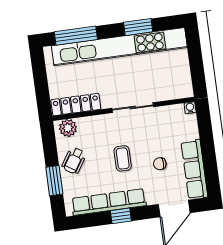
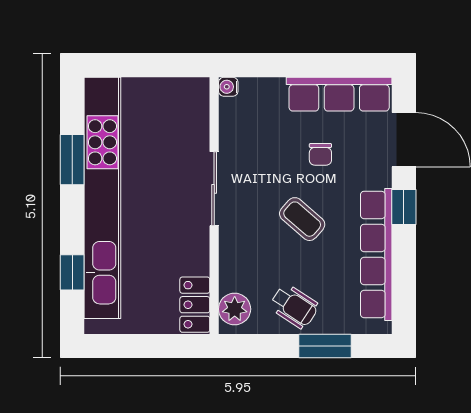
window: (76, 36) -> (72, 272), width x0.46
locker: (76, 105) -> (195, 305), width x0.66
coffee table: (123, 158) -> (302, 219), turned 41
window: (121, 216) -> (404, 207), moved

